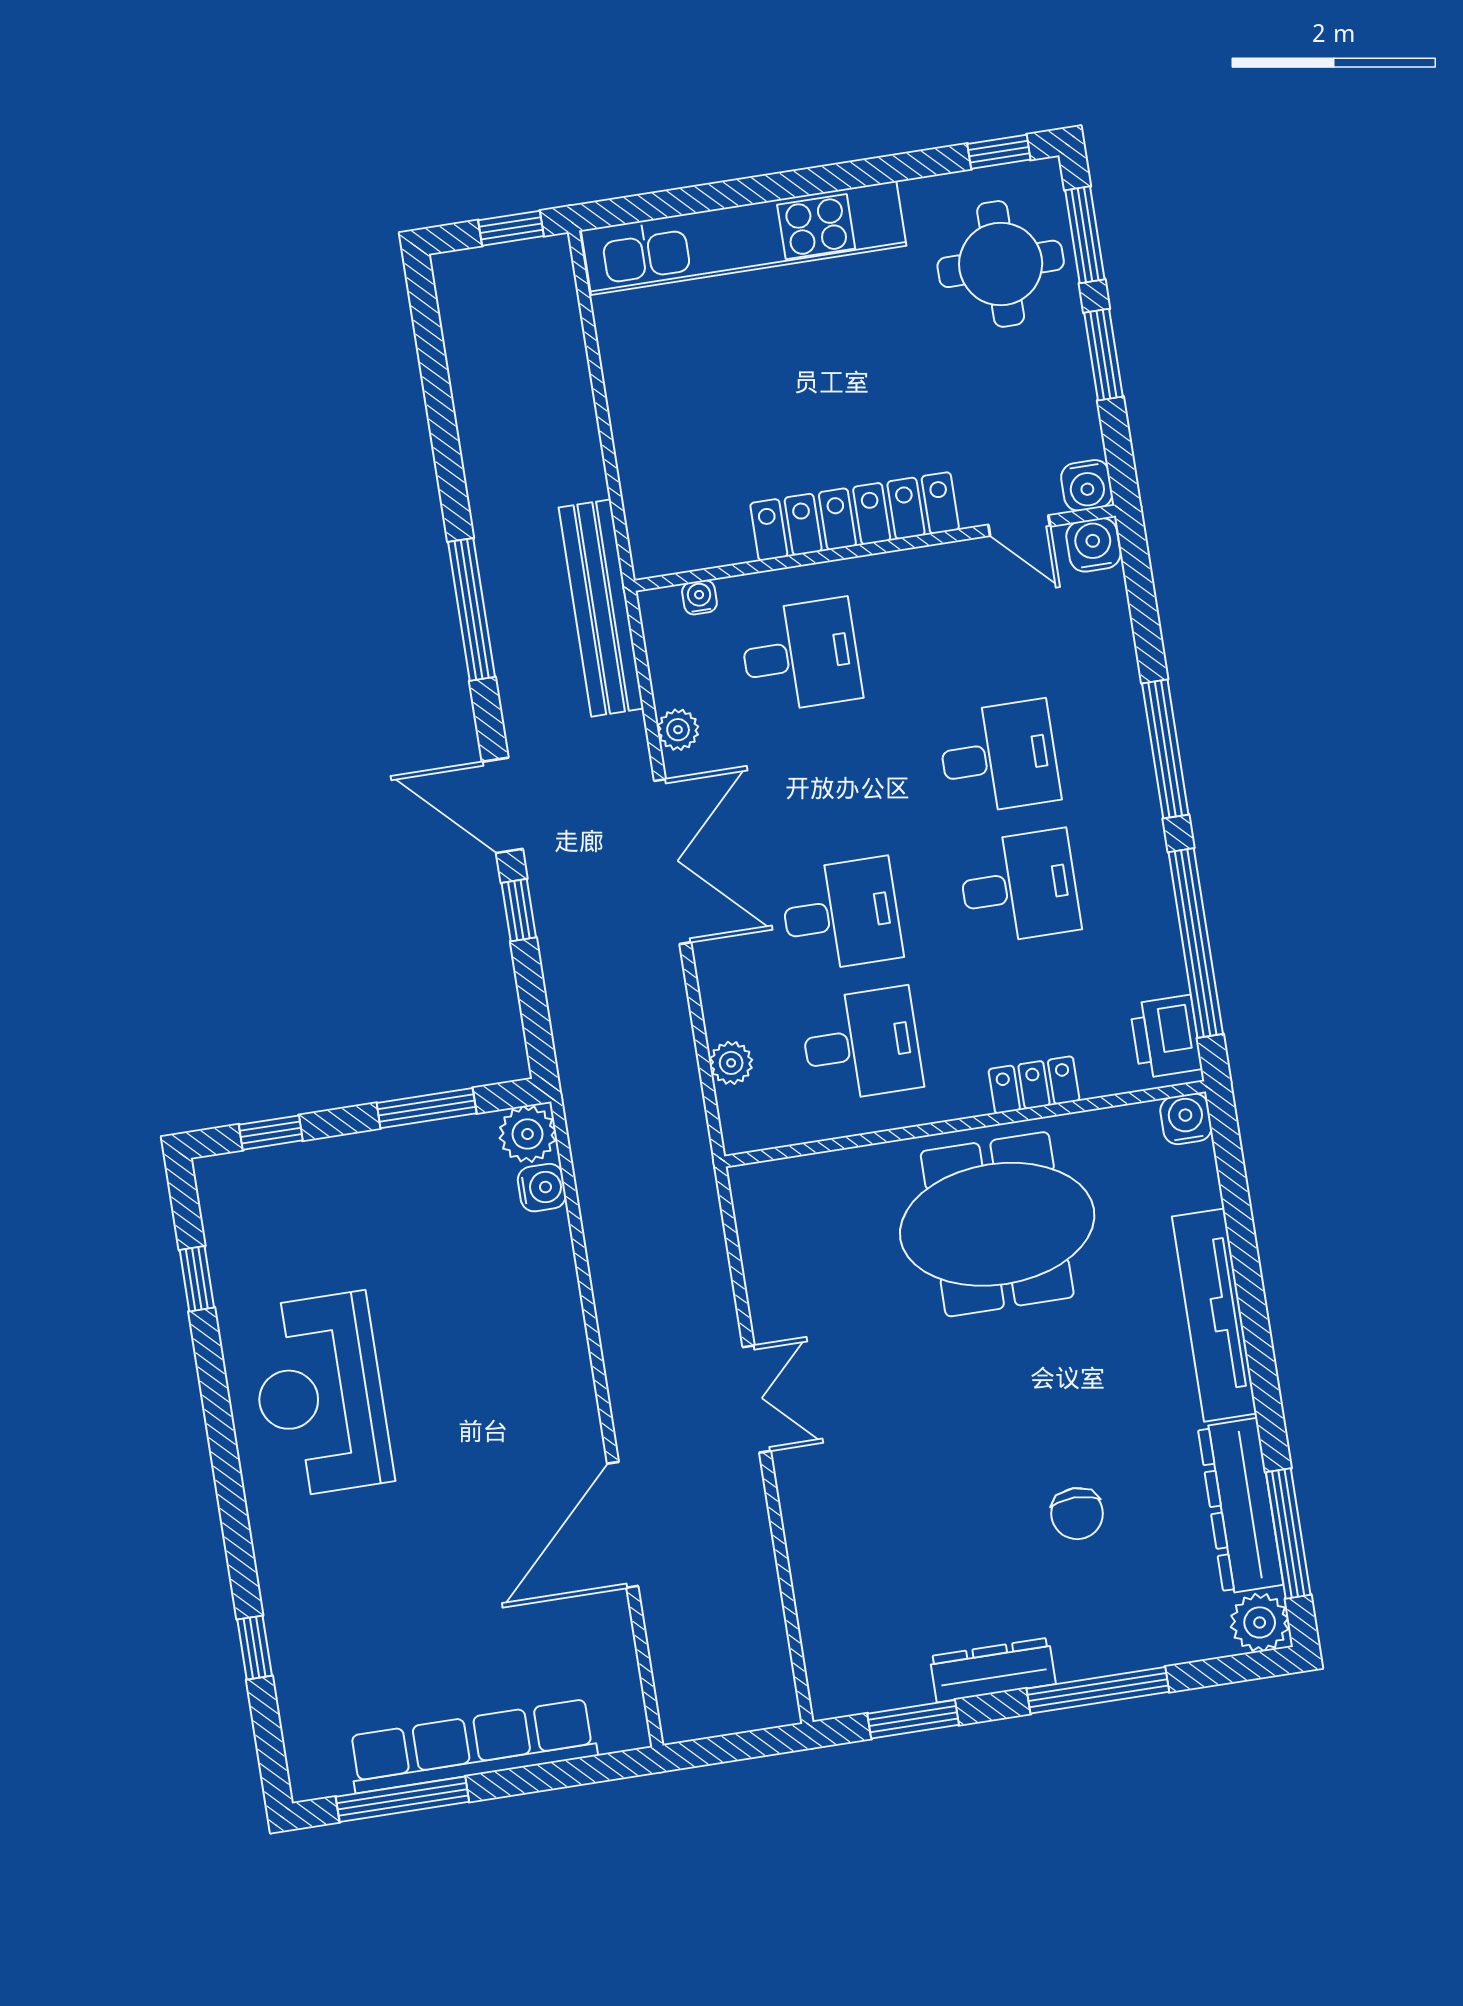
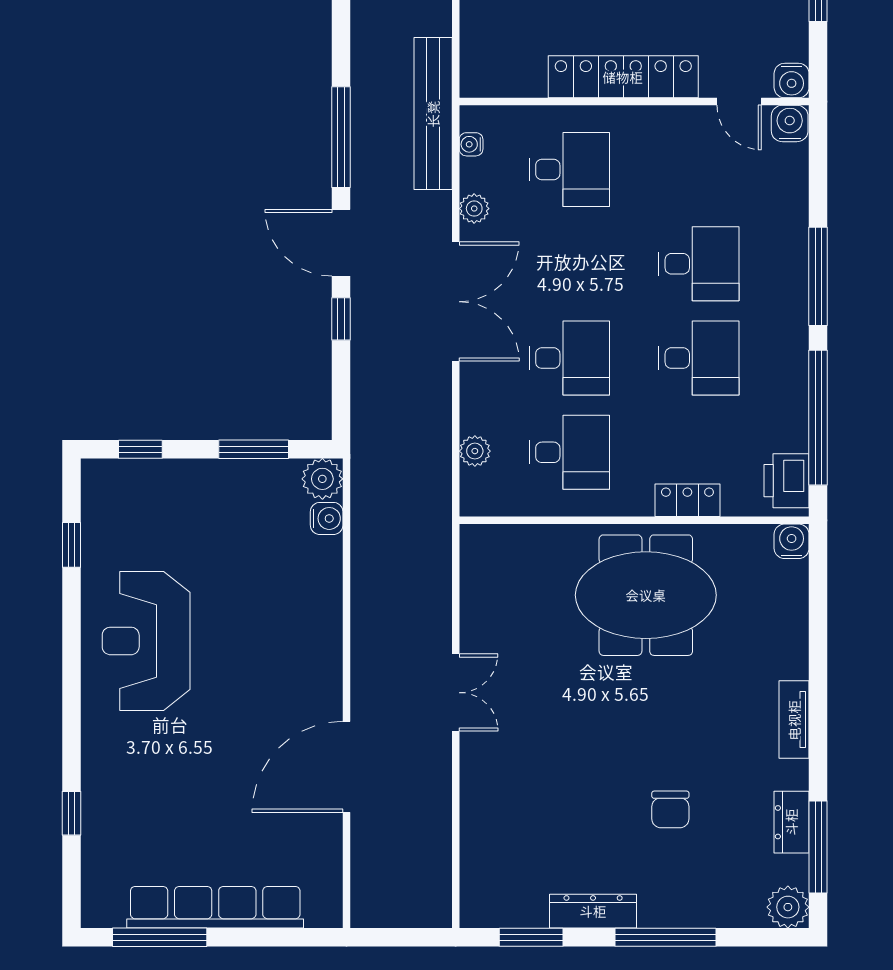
water cooler: (699, 597) -> (471, 144), moved, turned -90
window: (472, 609) -> (341, 137), moved
tv unit: (1214, 1315) -> (794, 720), width x0.52, depth x0.78
dresser: (1240, 1506) -> (791, 822), width x0.51, depth x0.80

